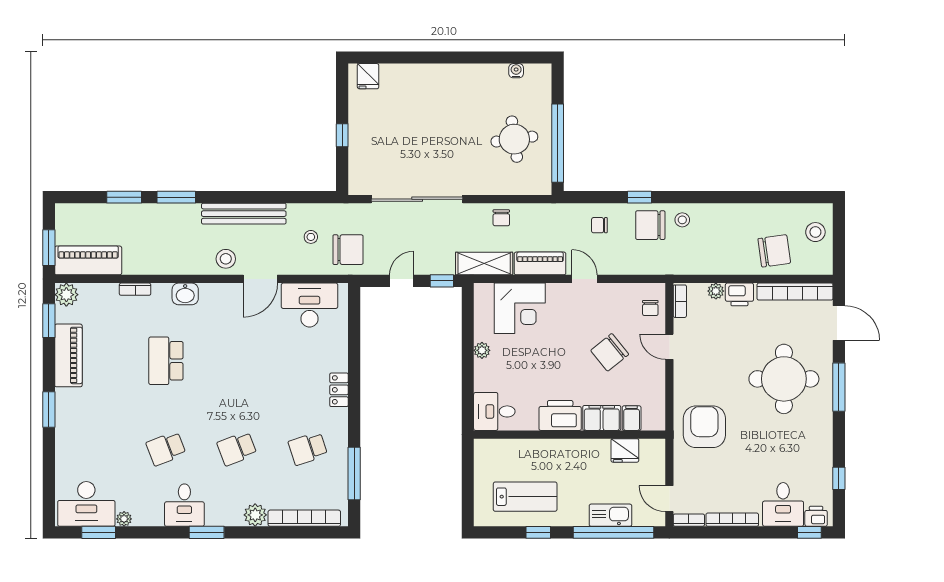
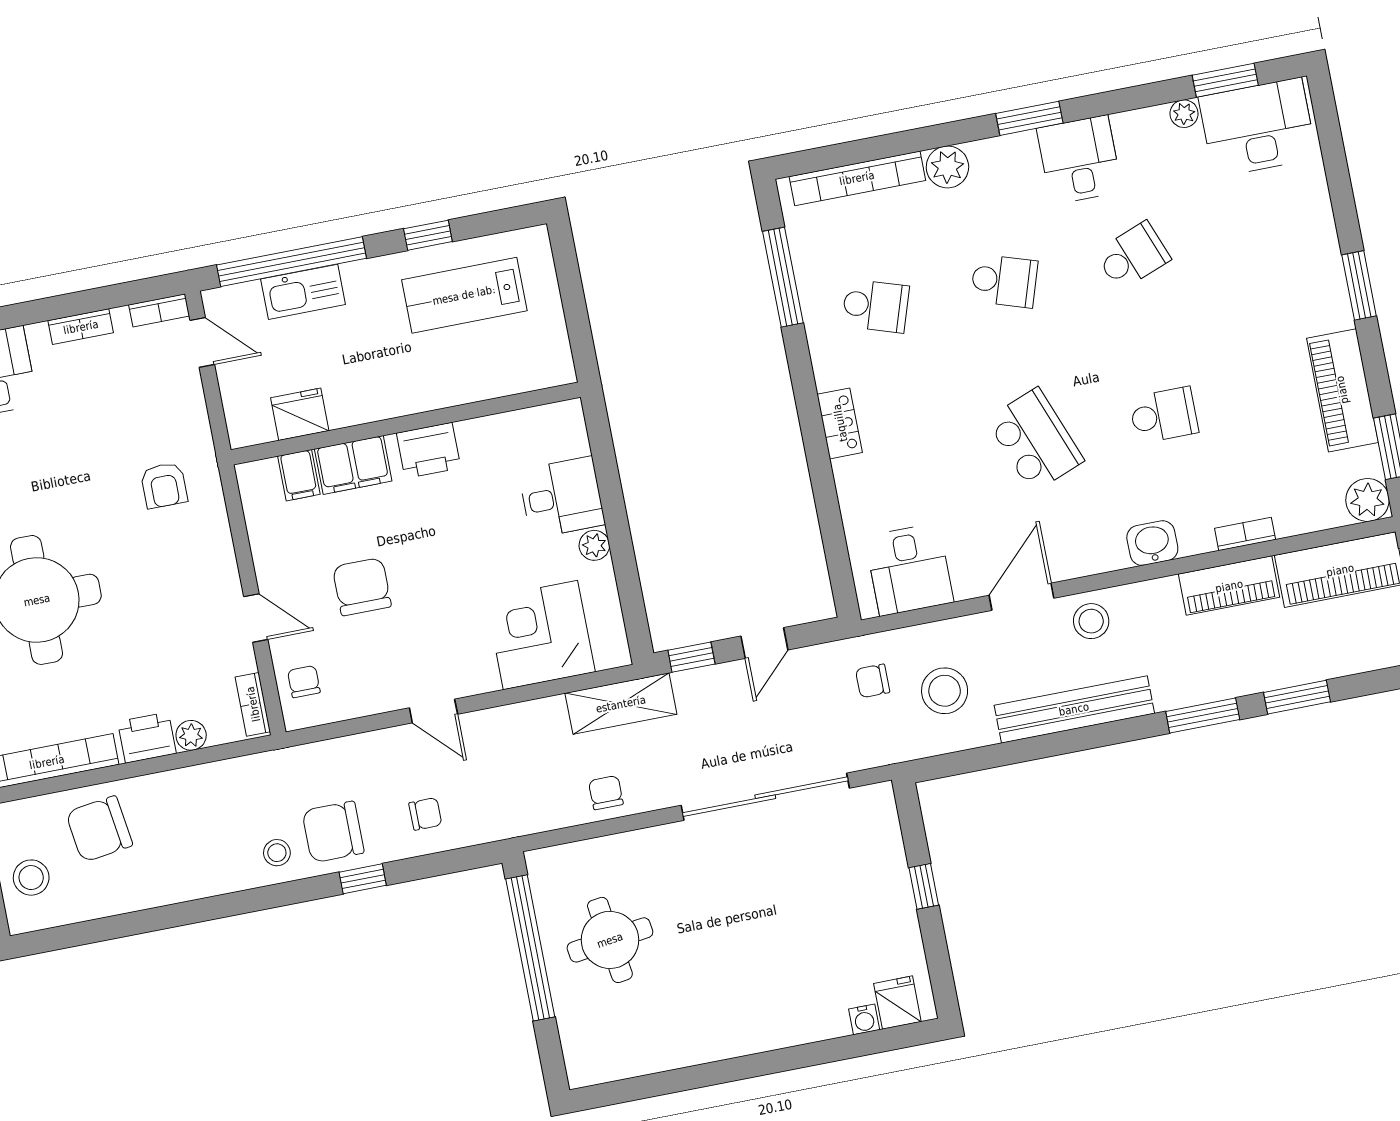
water cooler: (516, 71) -> (864, 1019), moved
chair: (650, 225) -> (333, 832), turned 180
stool: (311, 237) -> (945, 691), width x1.89, depth x1.89
chair: (348, 250) -> (873, 681), width x0.54, depth x0.54
piano: (540, 263) -> (1229, 586), moved
desk: (310, 305) -> (909, 569), width x0.73
chair: (610, 352) -> (362, 587), turned -51
school desk: (166, 361) -> (1164, 415), width x0.54
school desk: (237, 361) -> (1035, 440), added
desk: (494, 411) -> (562, 497), moved
printer: (560, 415) -> (429, 450), width x0.73, depth x0.84
armchair: (704, 427) -> (164, 485), width x0.53, depth x0.53
school desk: (237, 449) -> (1004, 281), turned 39
school desk: (308, 449) -> (875, 306), turned 36
bookcase: (732, 520) -> (81, 327), width x0.64

